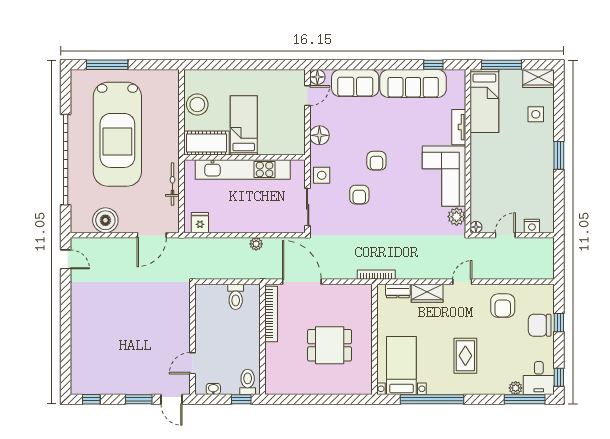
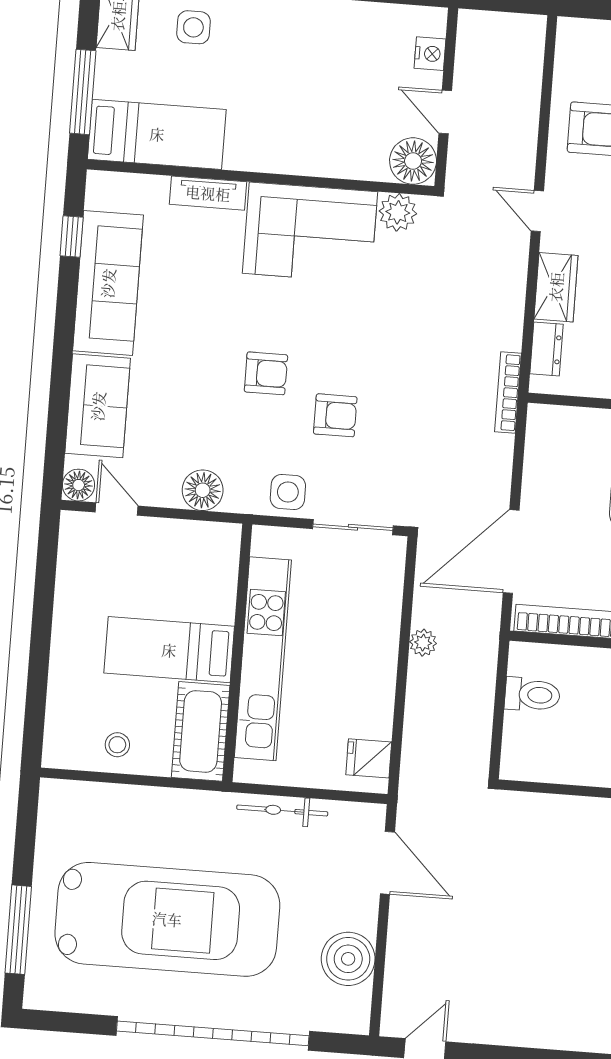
stool: (197, 105) -> (117, 745), width x0.53, depth x0.53
floor lamp: (476, 227) -> (413, 161), width x1.89, depth x1.89

